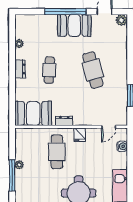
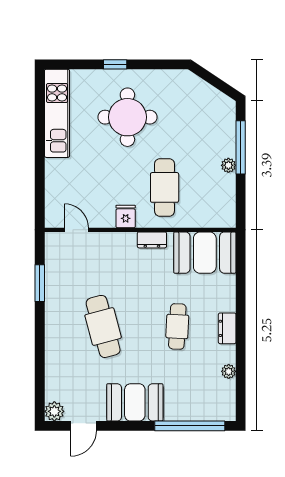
window: (65, 12) -> (190, 426), moved
door: (109, 127) -> (77, 230), hinge flipped
water cooler: (122, 146) -> (53, 197), removed

